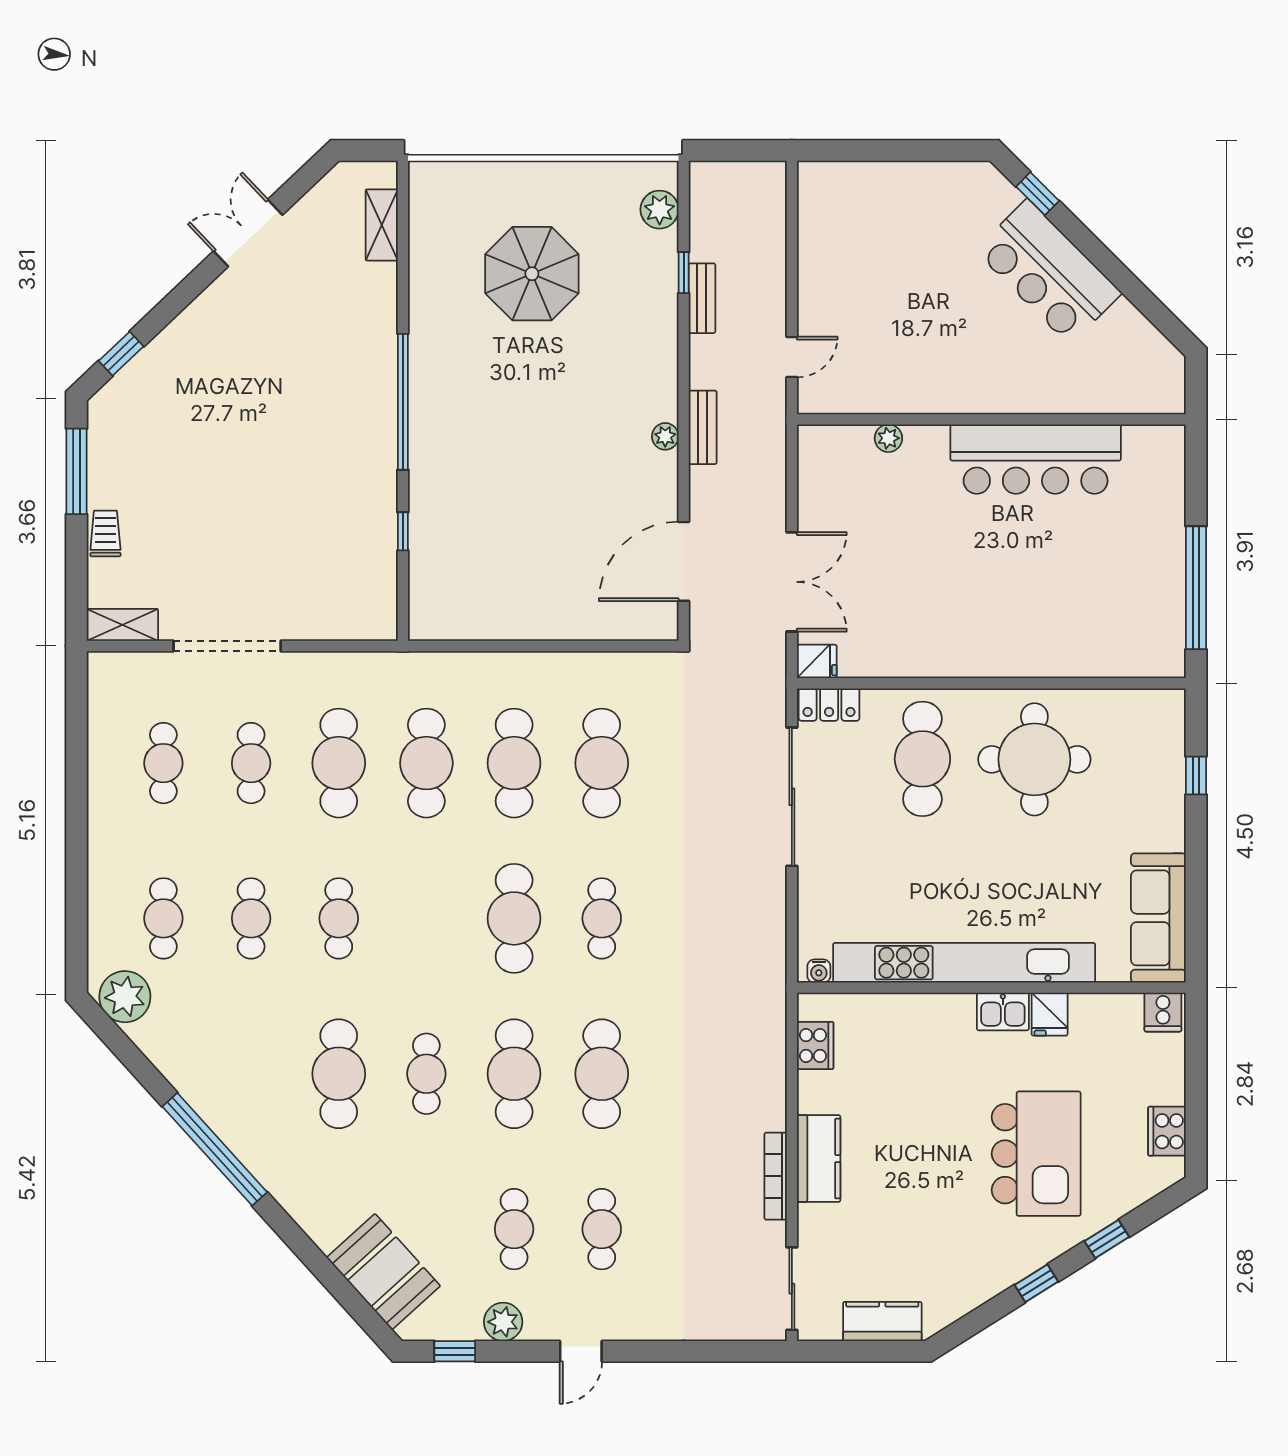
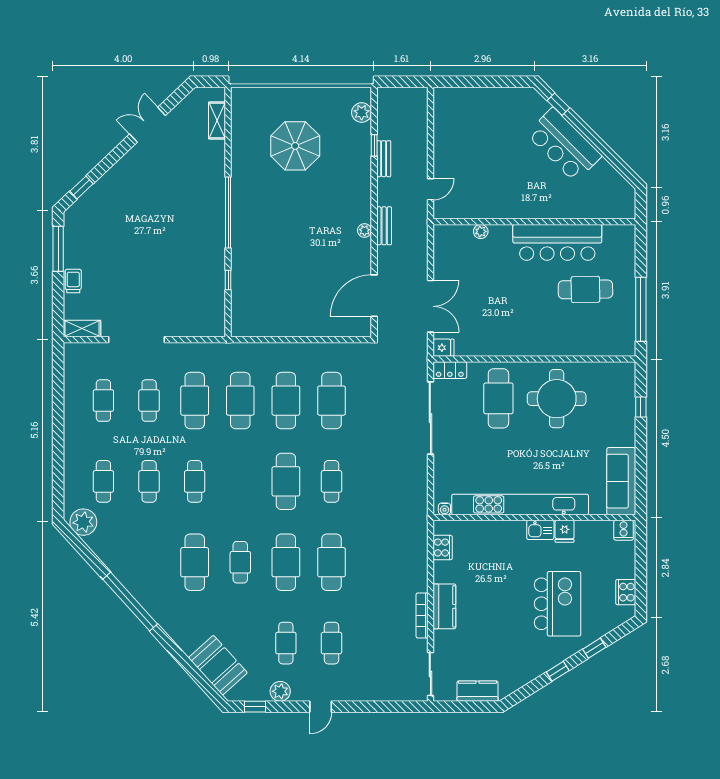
cafe table: (1090, 550) -> (585, 289), added

